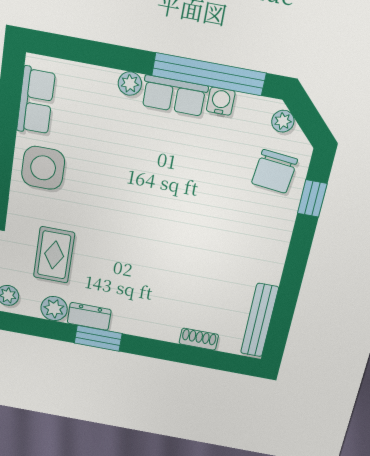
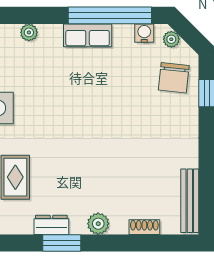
plant: (130, 83) -> (29, 32), moved
water cooler: (221, 101) -> (144, 33), moved
plant: (54, 309) -> (98, 224), moved

